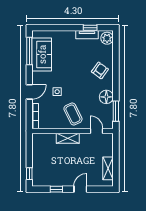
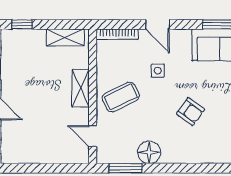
armchair: (100, 70) -> (190, 112), moved
door: (97, 131) -> (93, 136), swing flipped
shelving: (108, 168) -> (65, 37), moved

